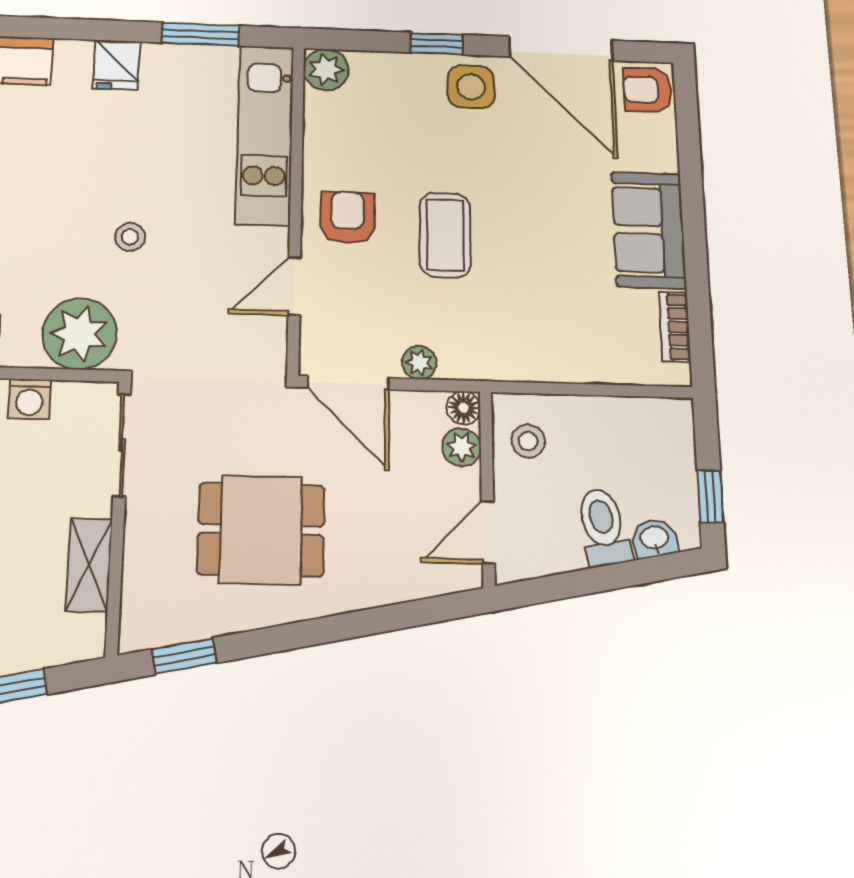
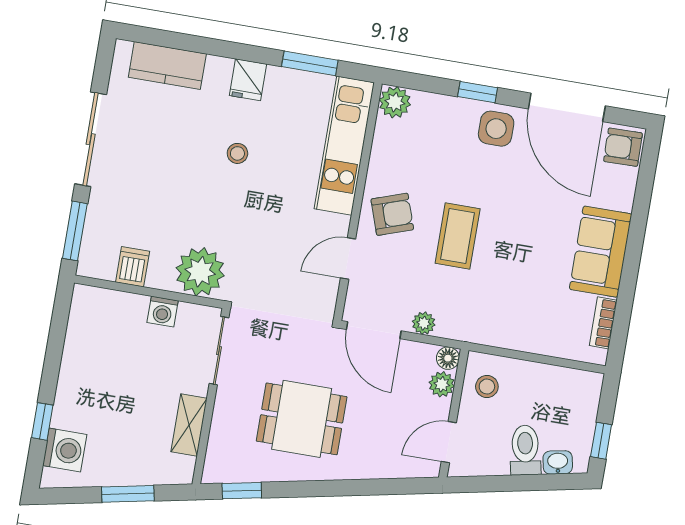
armchair: (348, 217) -> (392, 214), turned 71
stool: (130, 237) -> (237, 153), moved

